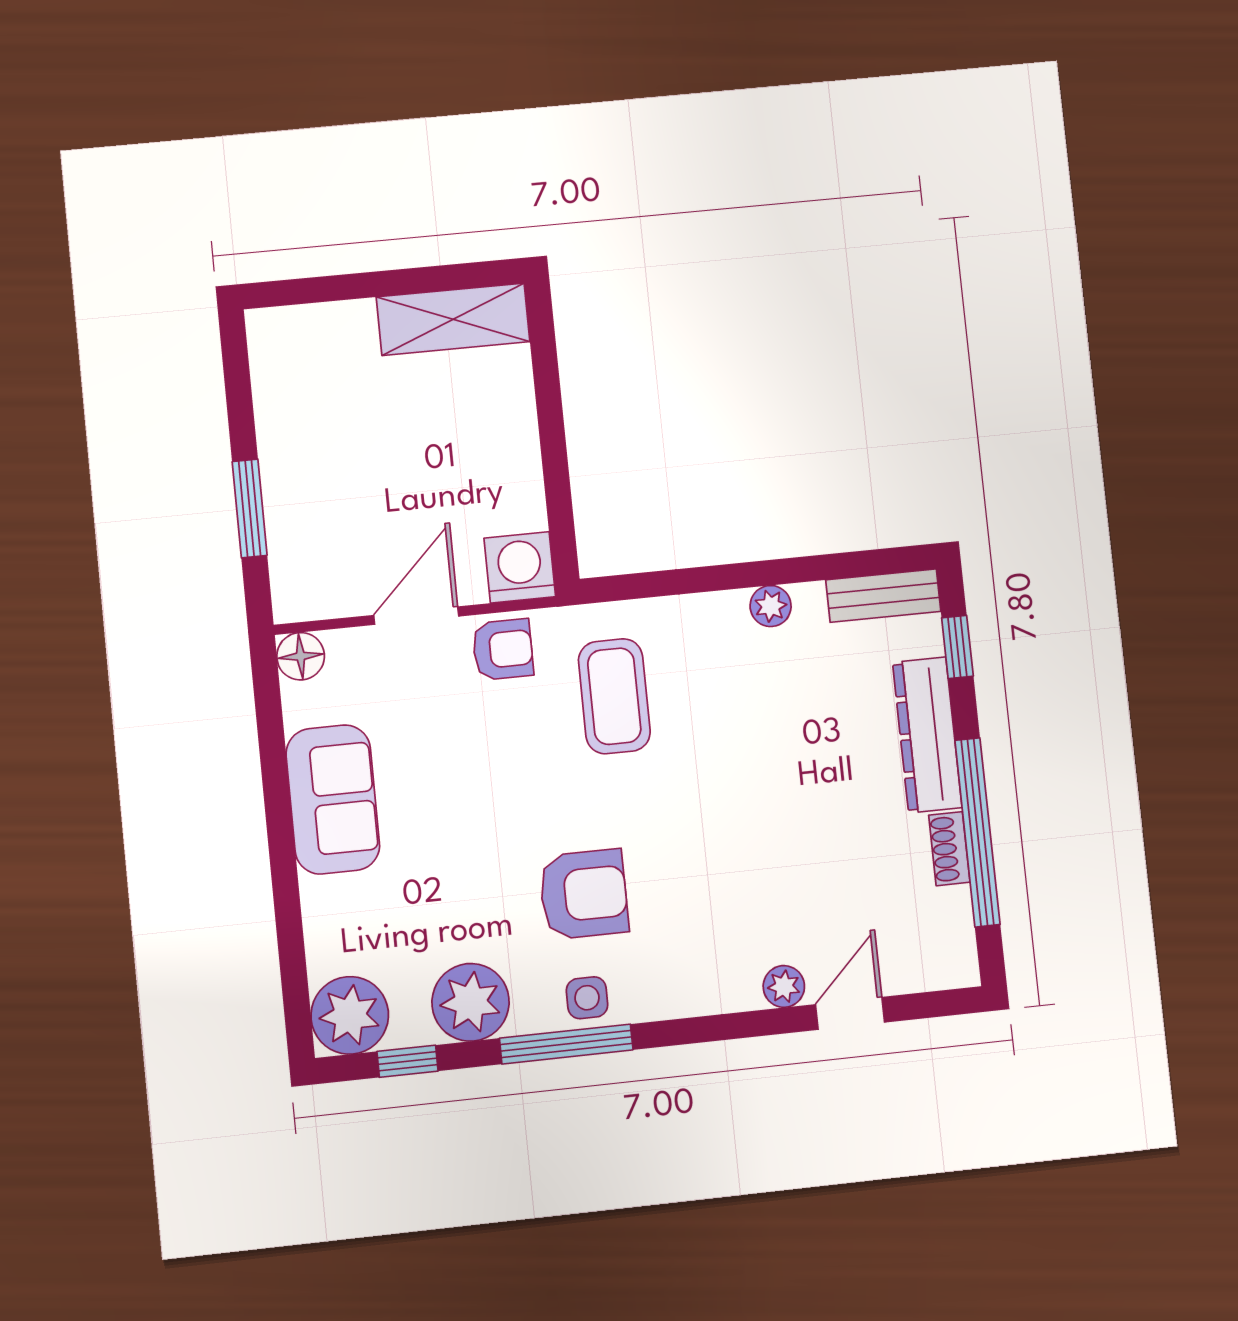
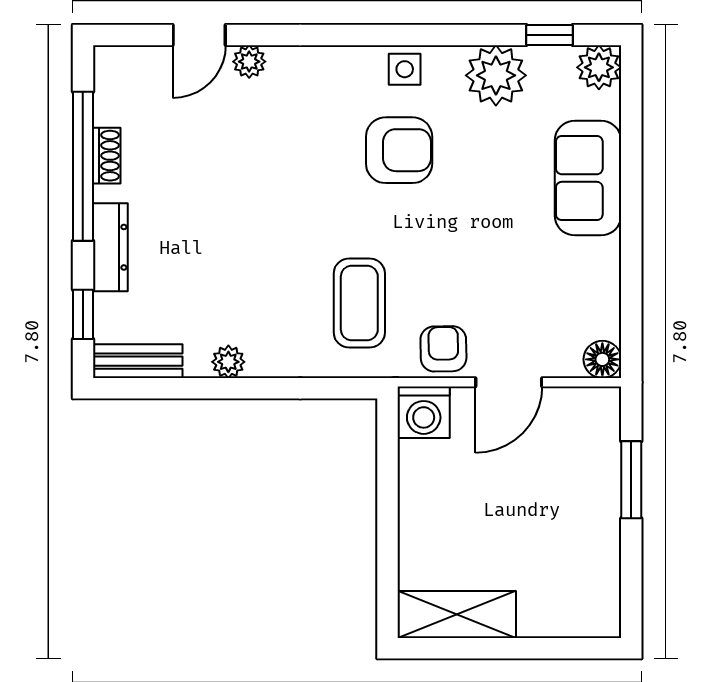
armchair: (503, 649) -> (443, 349), turned 89
dresser: (927, 735) -> (110, 247), width x0.73, depth x0.80
sofa: (333, 799) -> (588, 178), moved
armchair: (584, 894) -> (399, 150), turned 180
plant: (350, 1015) -> (599, 67), width x0.73, depth x0.73
window: (566, 1044) -> (425, 35), removed

